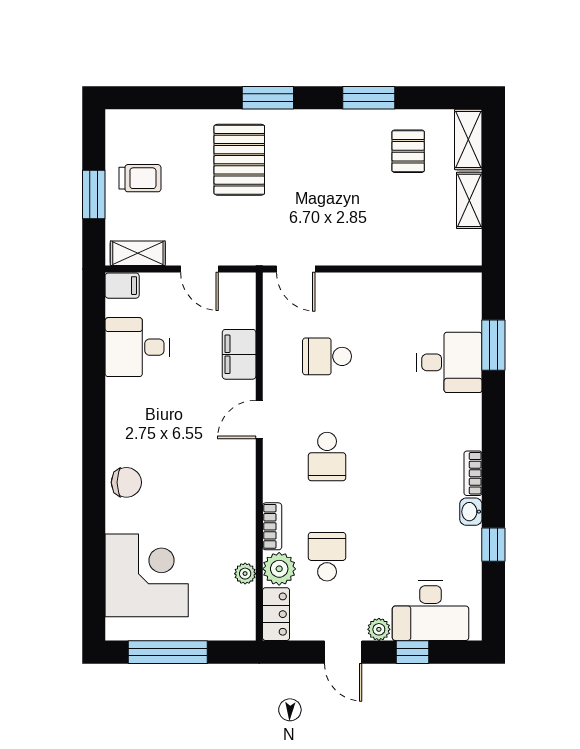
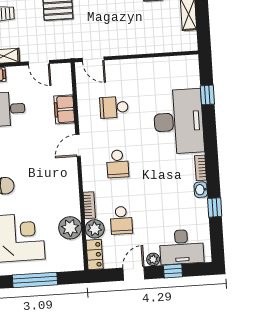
window: (493, 345) -> (207, 95), width x0.67
desk: (449, 362) -> (179, 122), width x1.87, depth x1.30
school desk: (327, 557) -> (121, 220), turned 180
plant: (245, 574) -> (70, 228), width x1.88, depth x1.88
door: (343, 652) -> (134, 273), swing flipped

